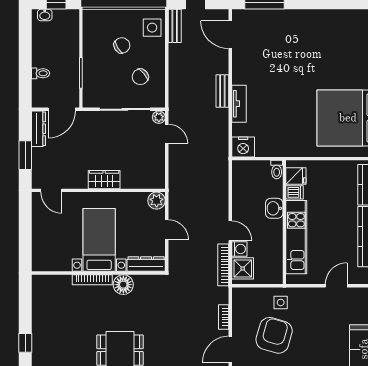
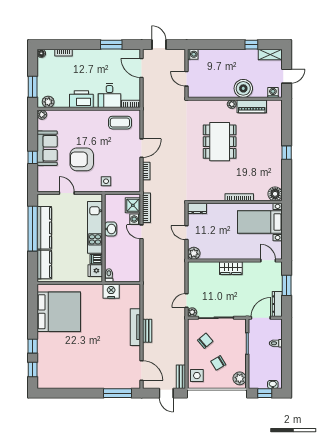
plant: (92, 24) -> (240, 378), added
tv unit: (239, 104) -> (135, 327), width x1.41
door: (167, 134) -> (187, 300), hinge flipped
nightstand: (243, 147) -> (111, 291), moved
washbasin: (274, 208) -> (111, 229), moved
bed with nightstands: (99, 240) -> (260, 222), moved, turned 90
dresser: (146, 264) -> (197, 208), width x0.70
floor lamp: (123, 285) -> (275, 194), moved
door: (336, 286) -> (67, 193), swing flipped
armchair: (274, 335) -> (82, 159), moved, turned 74

